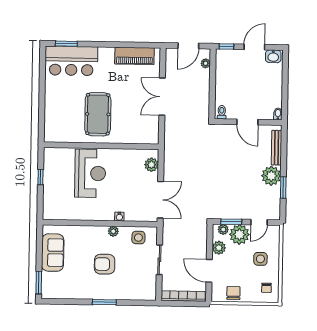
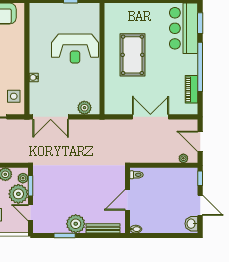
window: (112, 44) -> (200, 67), added
piano: (134, 56) -> (191, 89), width x0.73, depth x0.75
pool table: (98, 114) -> (132, 55), turned 90
plant: (113, 231) -> (19, 72), removed

